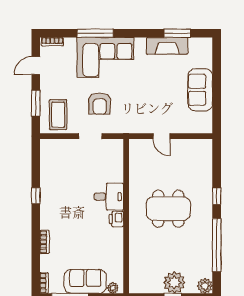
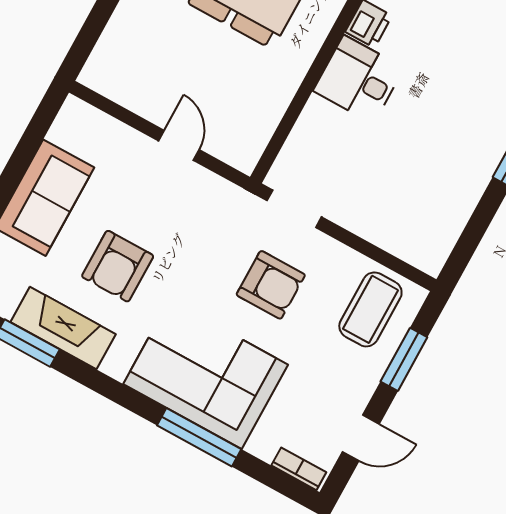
armchair: (160, 80) -> (118, 266), added
armchair: (100, 104) -> (271, 285), turned 90
doorway: (90, 136) -> (294, 209), moved

